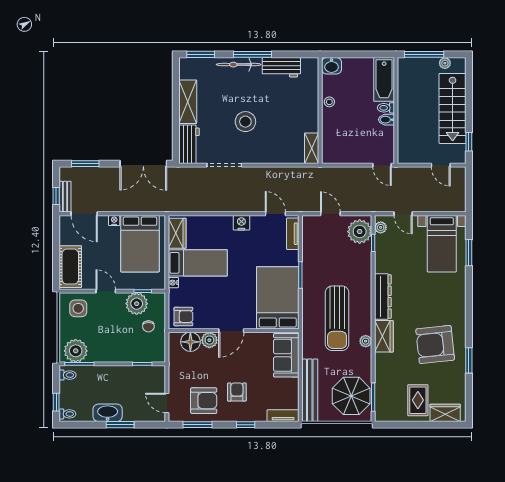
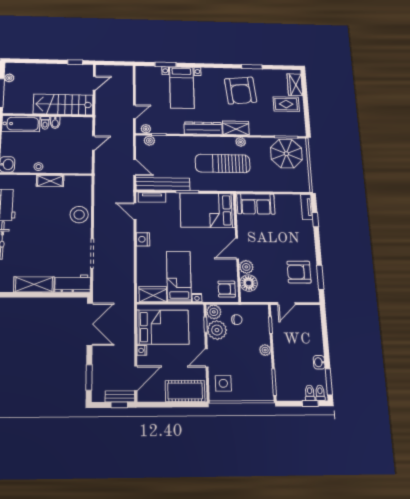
stairs: (453, 108) -> (63, 104), moved, turned 180
stool: (245, 122) -> (79, 215), moved
shelving: (312, 148) -> (50, 181), moved
door: (382, 165) -> (93, 143), moved
door: (275, 214) -> (135, 211), hinge flipped
door: (330, 214) -> (135, 167), swing flipped
plant: (360, 232) -> (149, 141), width x0.53, depth x0.53
bed with nightstands: (442, 244) -> (182, 88), moved, turned 90
plant: (157, 301) -> (214, 312), added
armchair: (183, 317) -> (227, 289), turned -90
sun lounger: (337, 318) -> (223, 163), turned 180
door: (231, 331) -> (237, 249), swing flipped
plant: (76, 351) -> (265, 350), moved, width x0.53, depth x0.53
toilet: (68, 375) -> (310, 393), moved
bench: (310, 390) -> (163, 184), moved
armchair: (237, 392) -> (290, 244), removed
armchair: (204, 401) -> (299, 272), turned -90
door: (167, 403) -> (286, 304), moved
washbasin: (108, 413) -> (319, 362), width x0.52, depth x0.69
window: (120, 425) -> (329, 382), moved
window: (246, 425) -> (315, 220), moved

